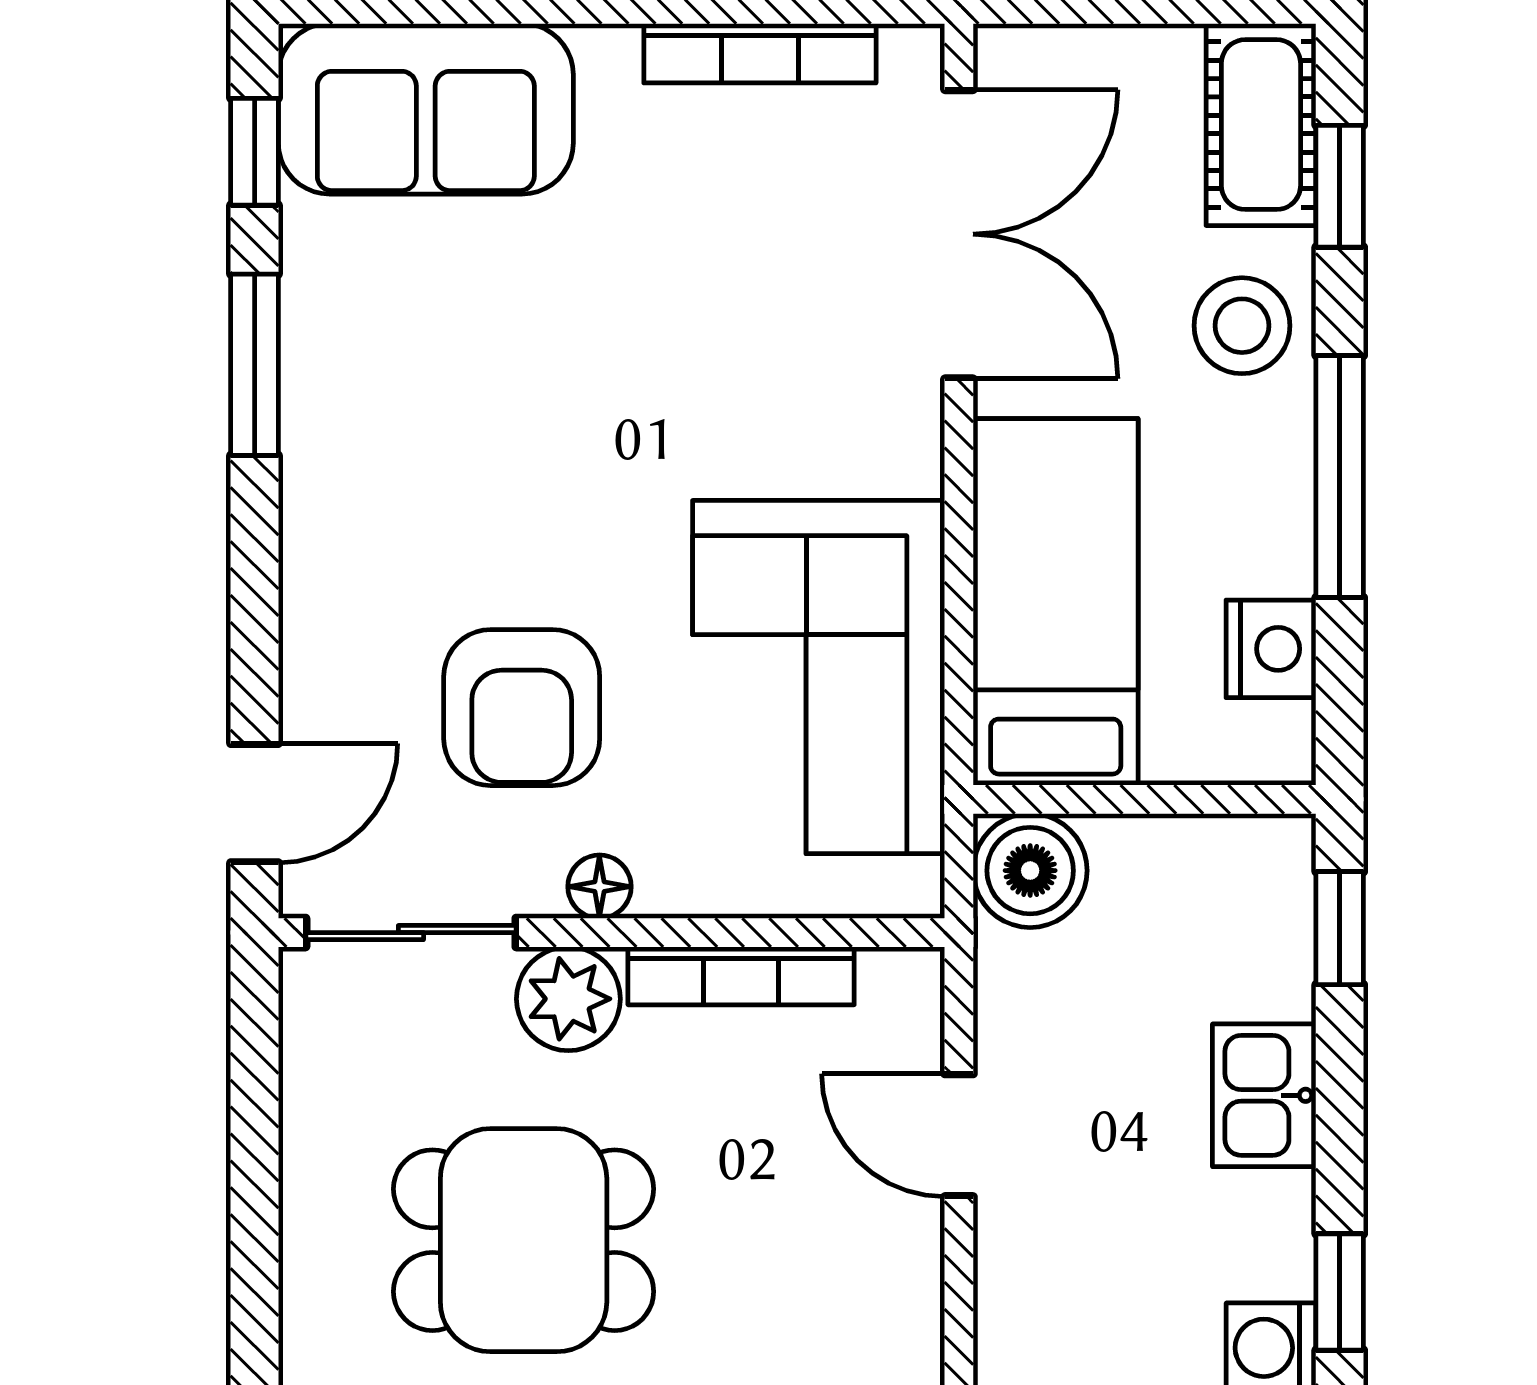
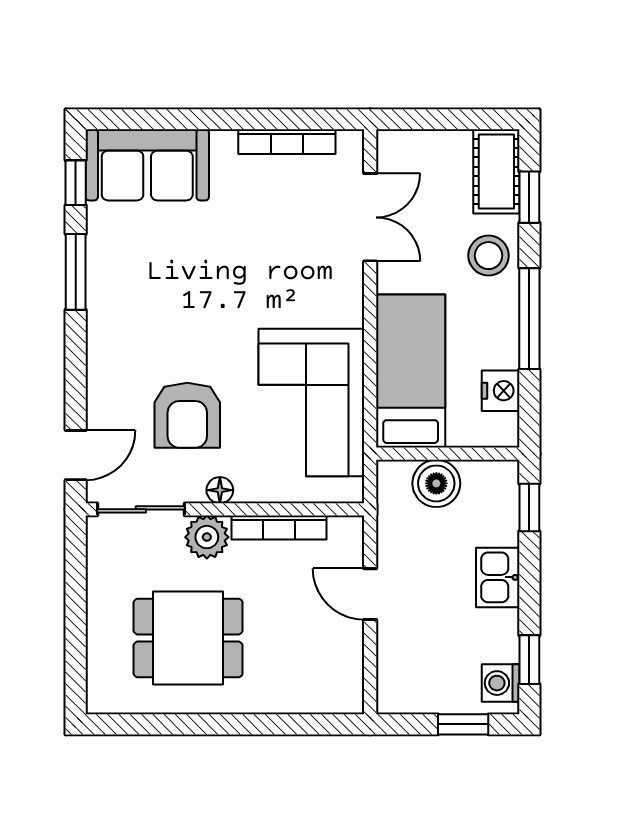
double door: (959, 234) -> (370, 217), width x0.73
boiler: (1030, 871) -> (436, 483), moved

